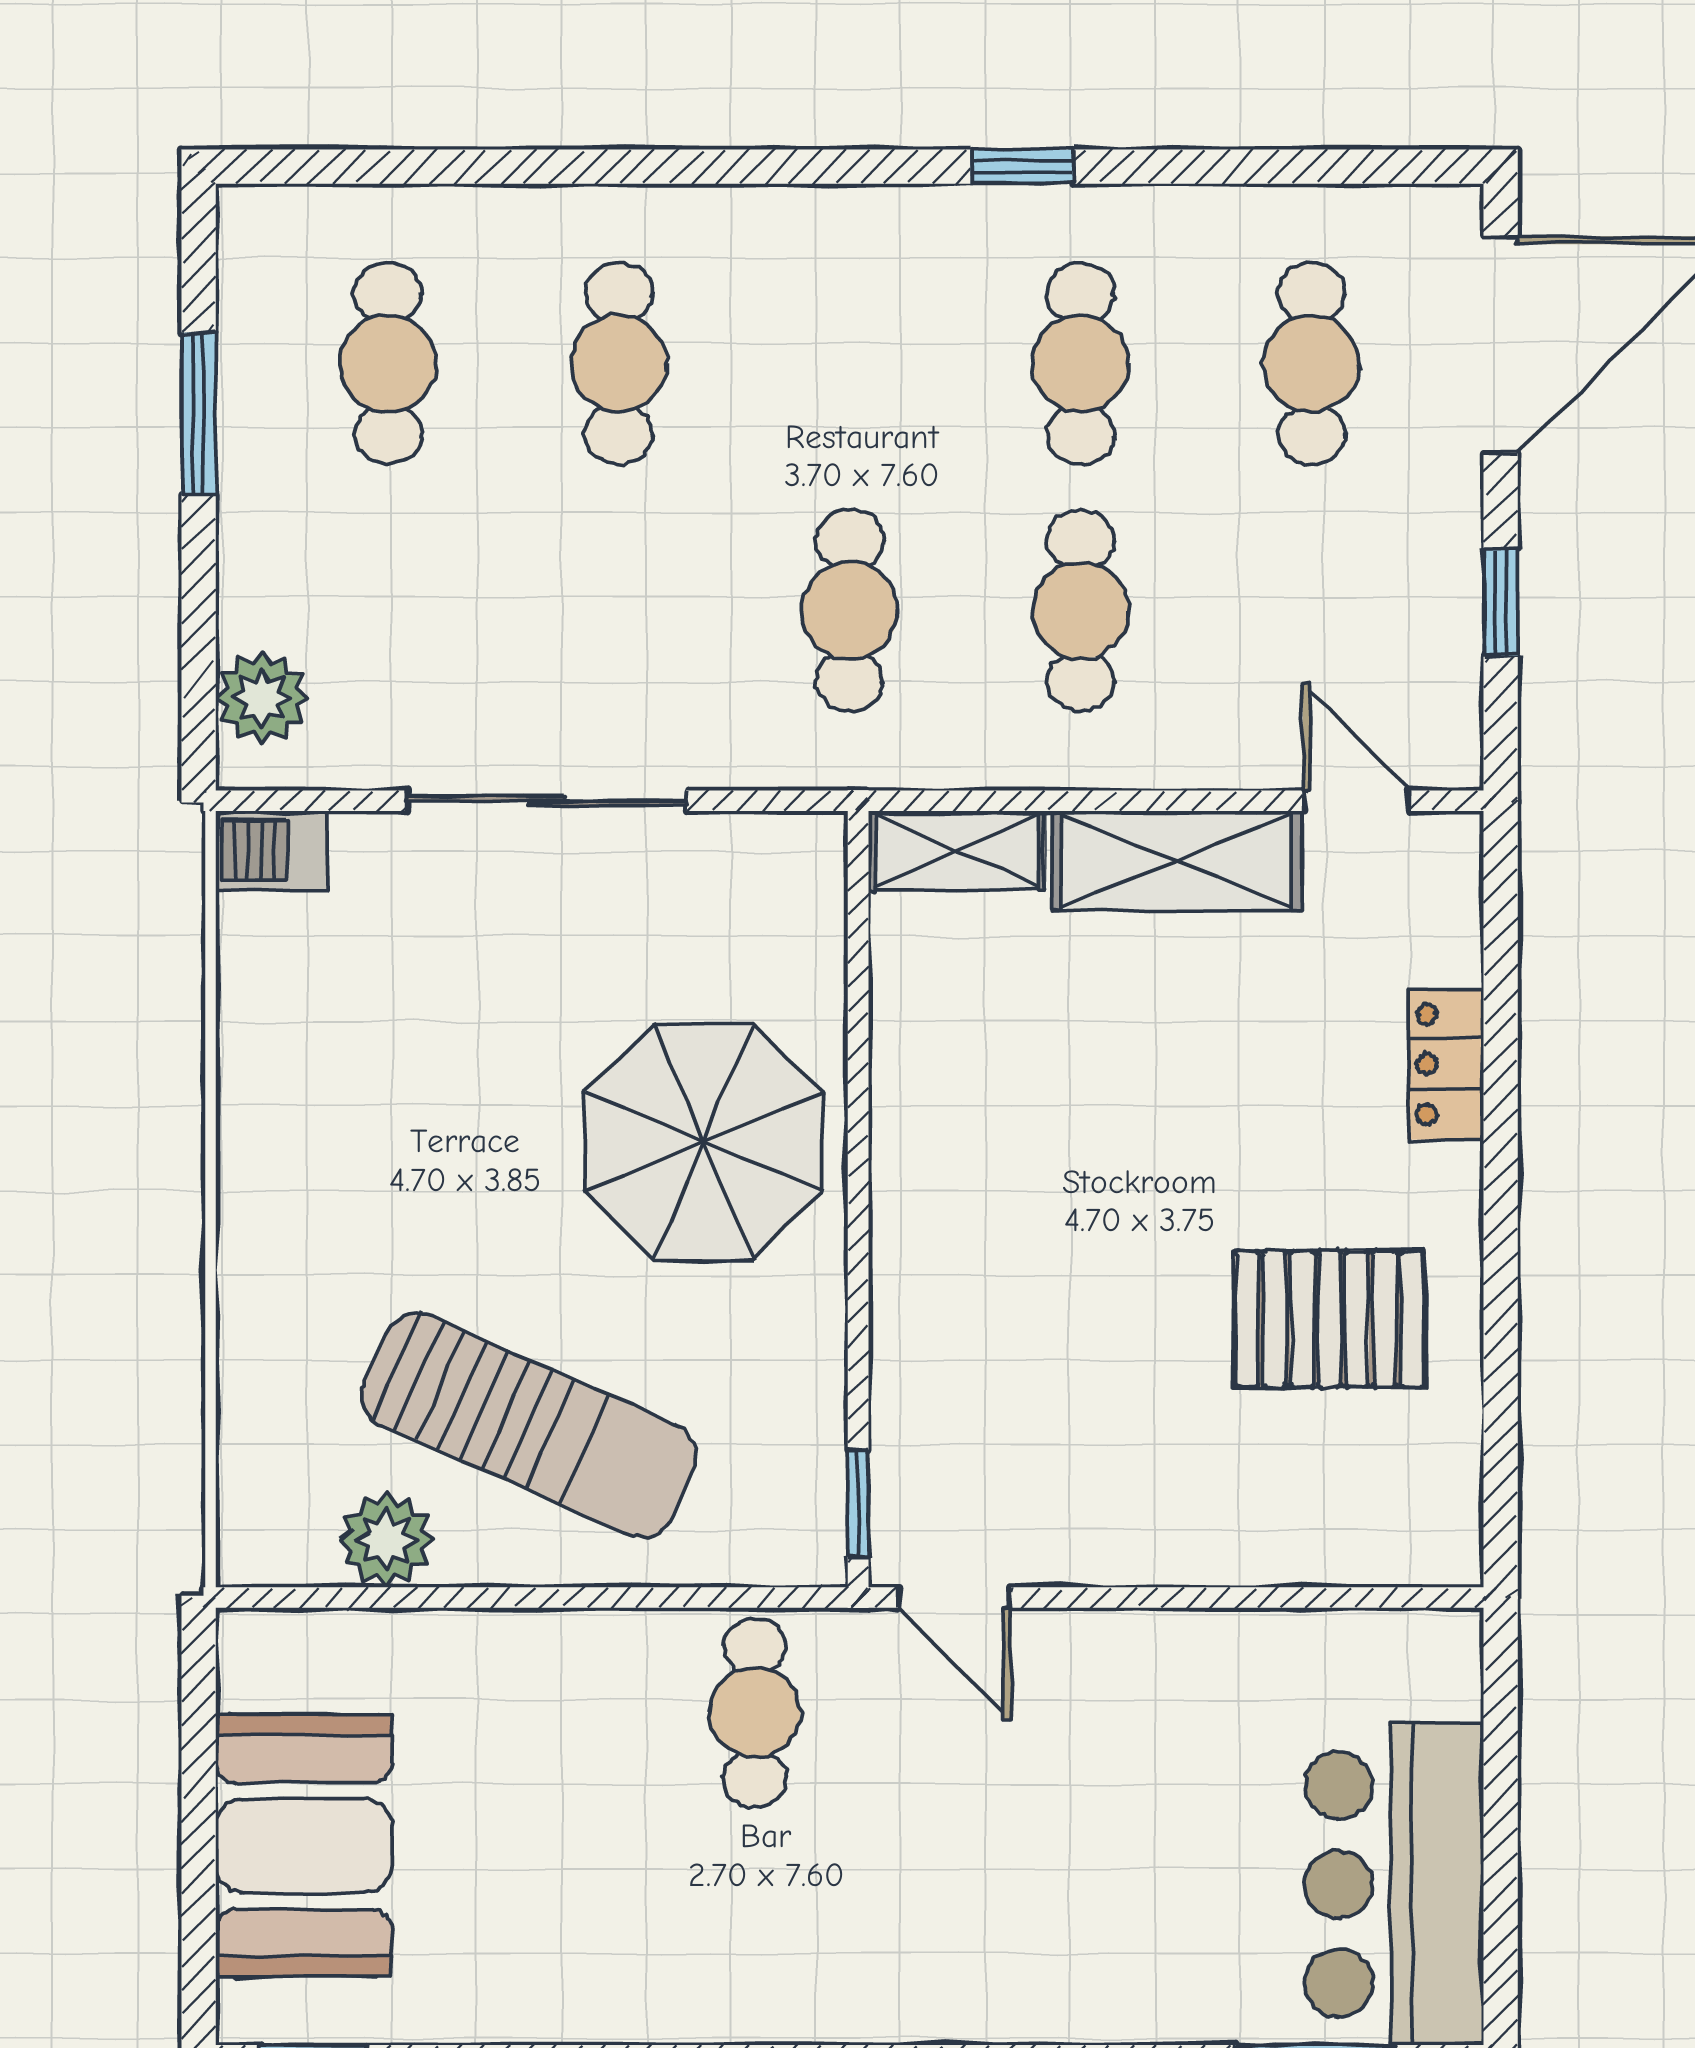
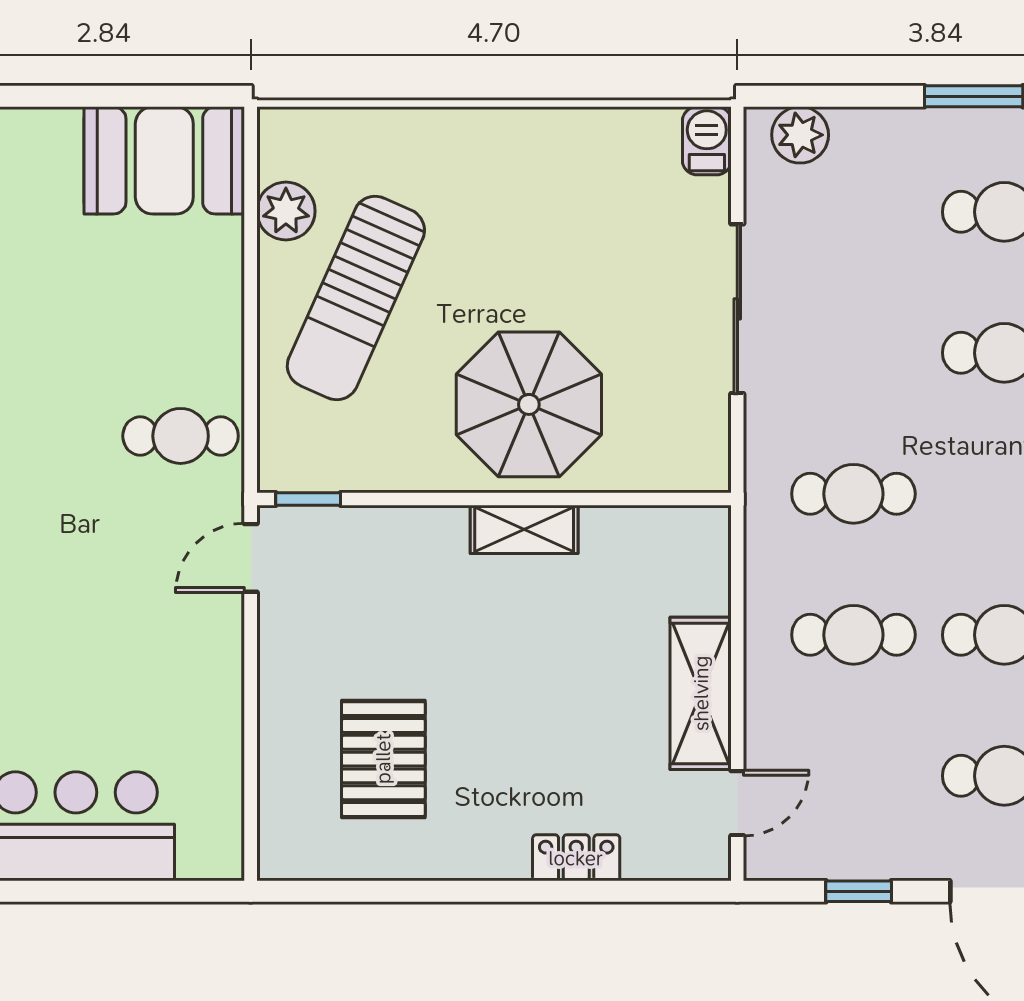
shelving: (957, 851) -> (524, 529), moved, turned 90
pallet: (1330, 1319) -> (383, 759), moved
booth: (304, 1846) -> (164, 160), moved

